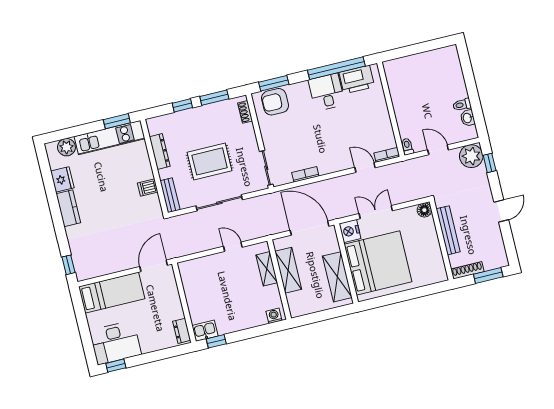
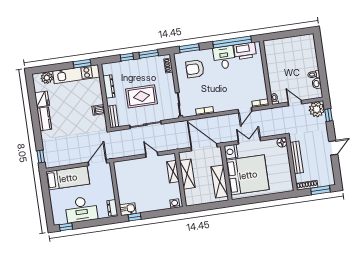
armchair: (275, 102) -> (195, 69), moved
door: (365, 167) -> (245, 110), swing flipped
desk: (115, 343) -> (81, 209), moved

